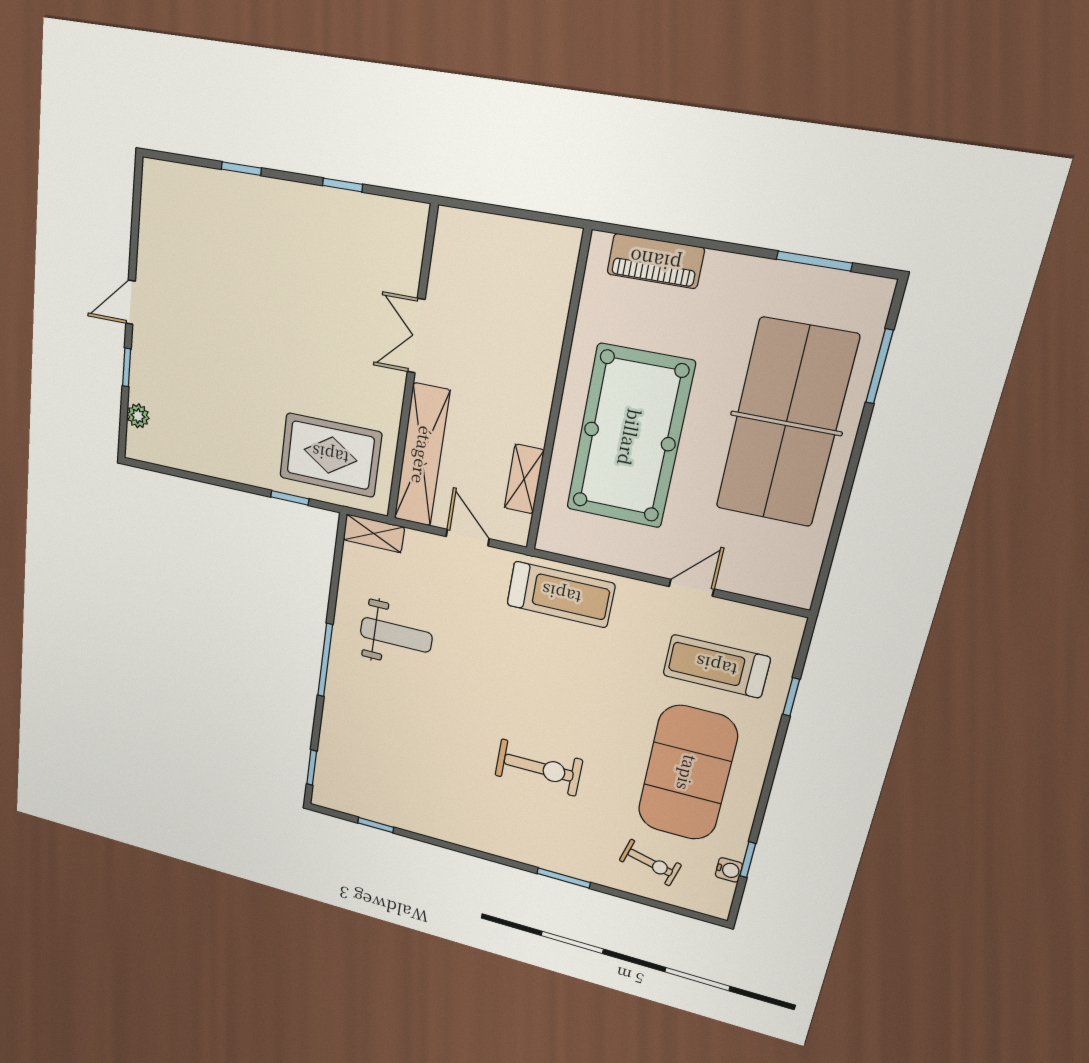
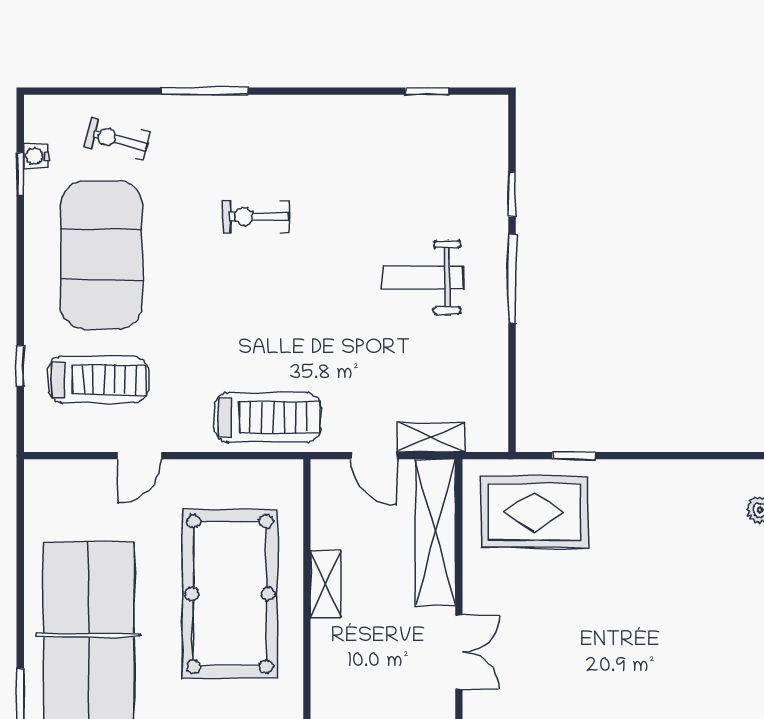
shelving: (524, 479) -> (326, 584), moved
shelving: (374, 533) -> (431, 437), moved
treadmill: (561, 594) -> (267, 417), turned 180
weight bench: (396, 635) -> (423, 277), moved
window: (312, 768) -> (512, 194), moved
exercise bike: (538, 768) -> (256, 216), width x0.73, depth x0.72
window: (564, 878) -> (205, 91), width x1.44

